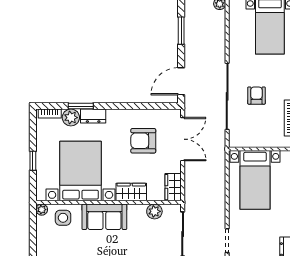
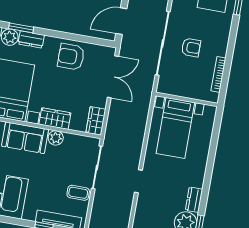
armchair: (256, 96) -> (191, 47), turned 90
armchair: (143, 141) -> (71, 57), moved
plant: (154, 211) -> (56, 138), moved

